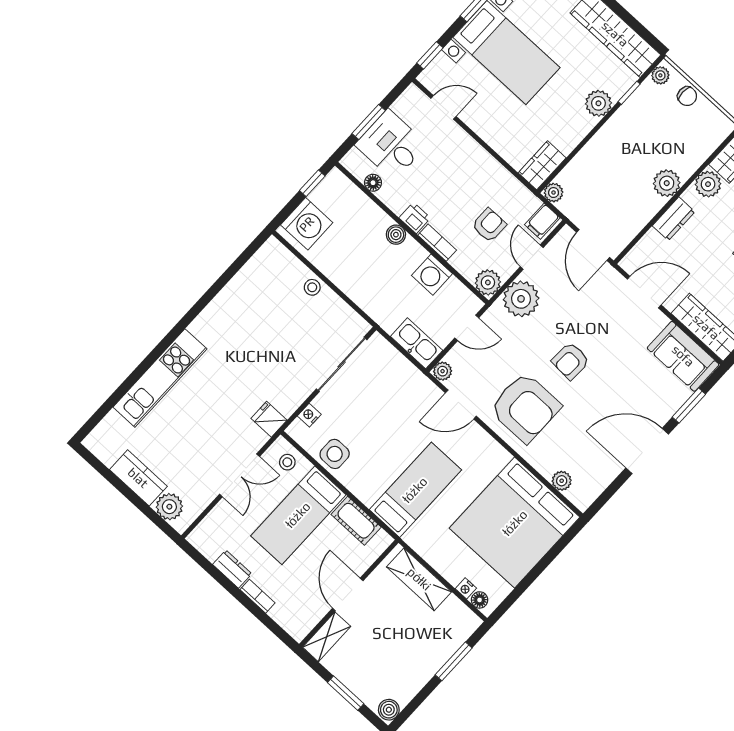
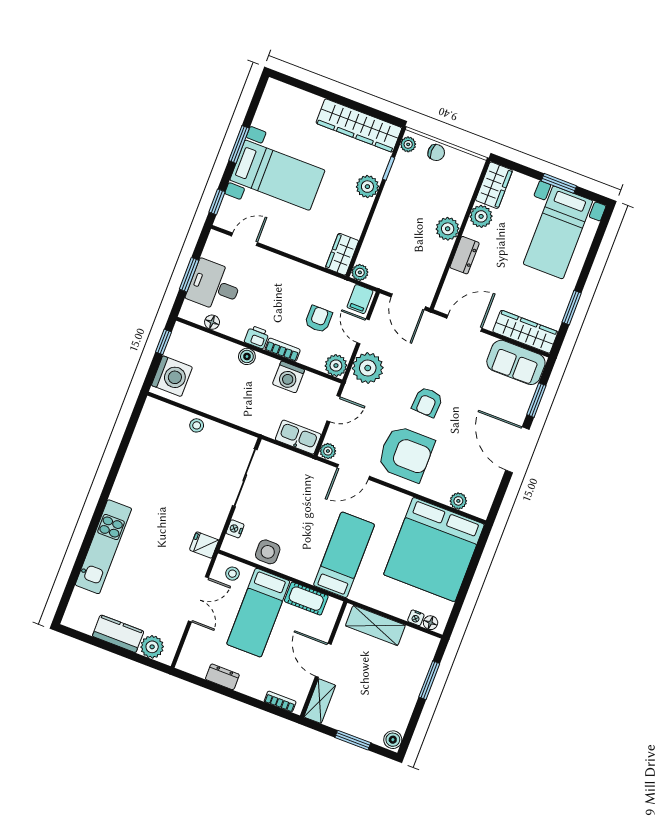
door: (647, 451) -> (517, 450), hinge flipped
bookcase: (257, 596) -> (280, 702), moved

